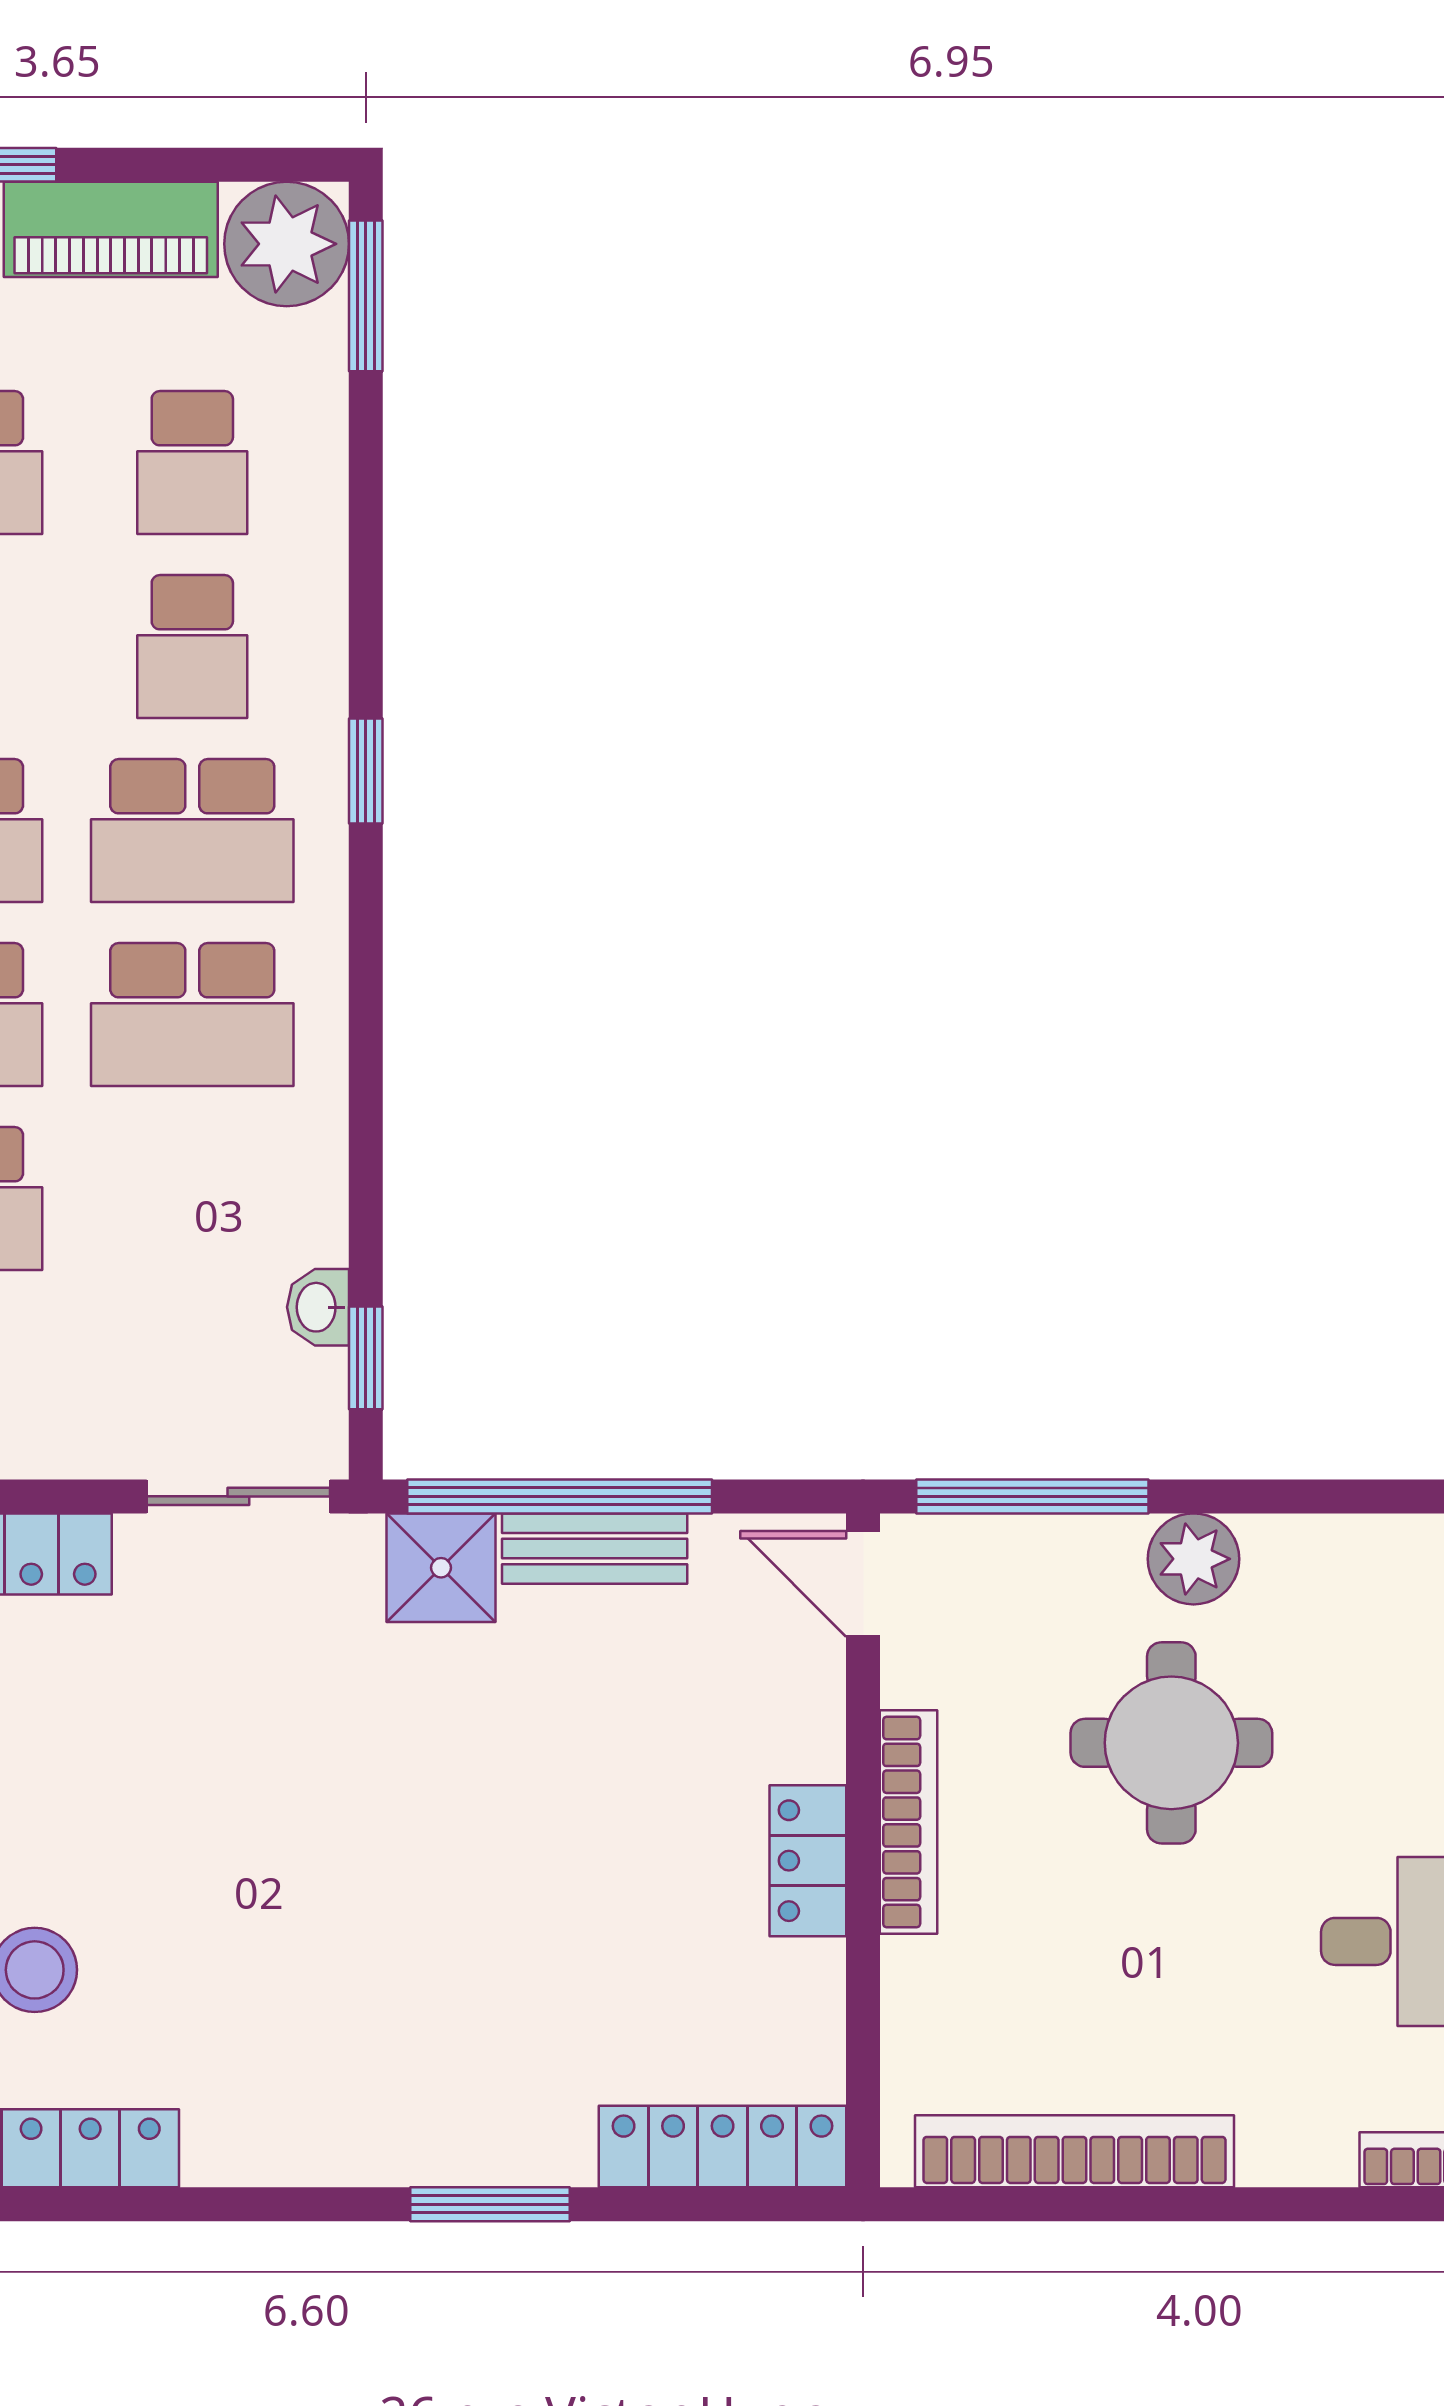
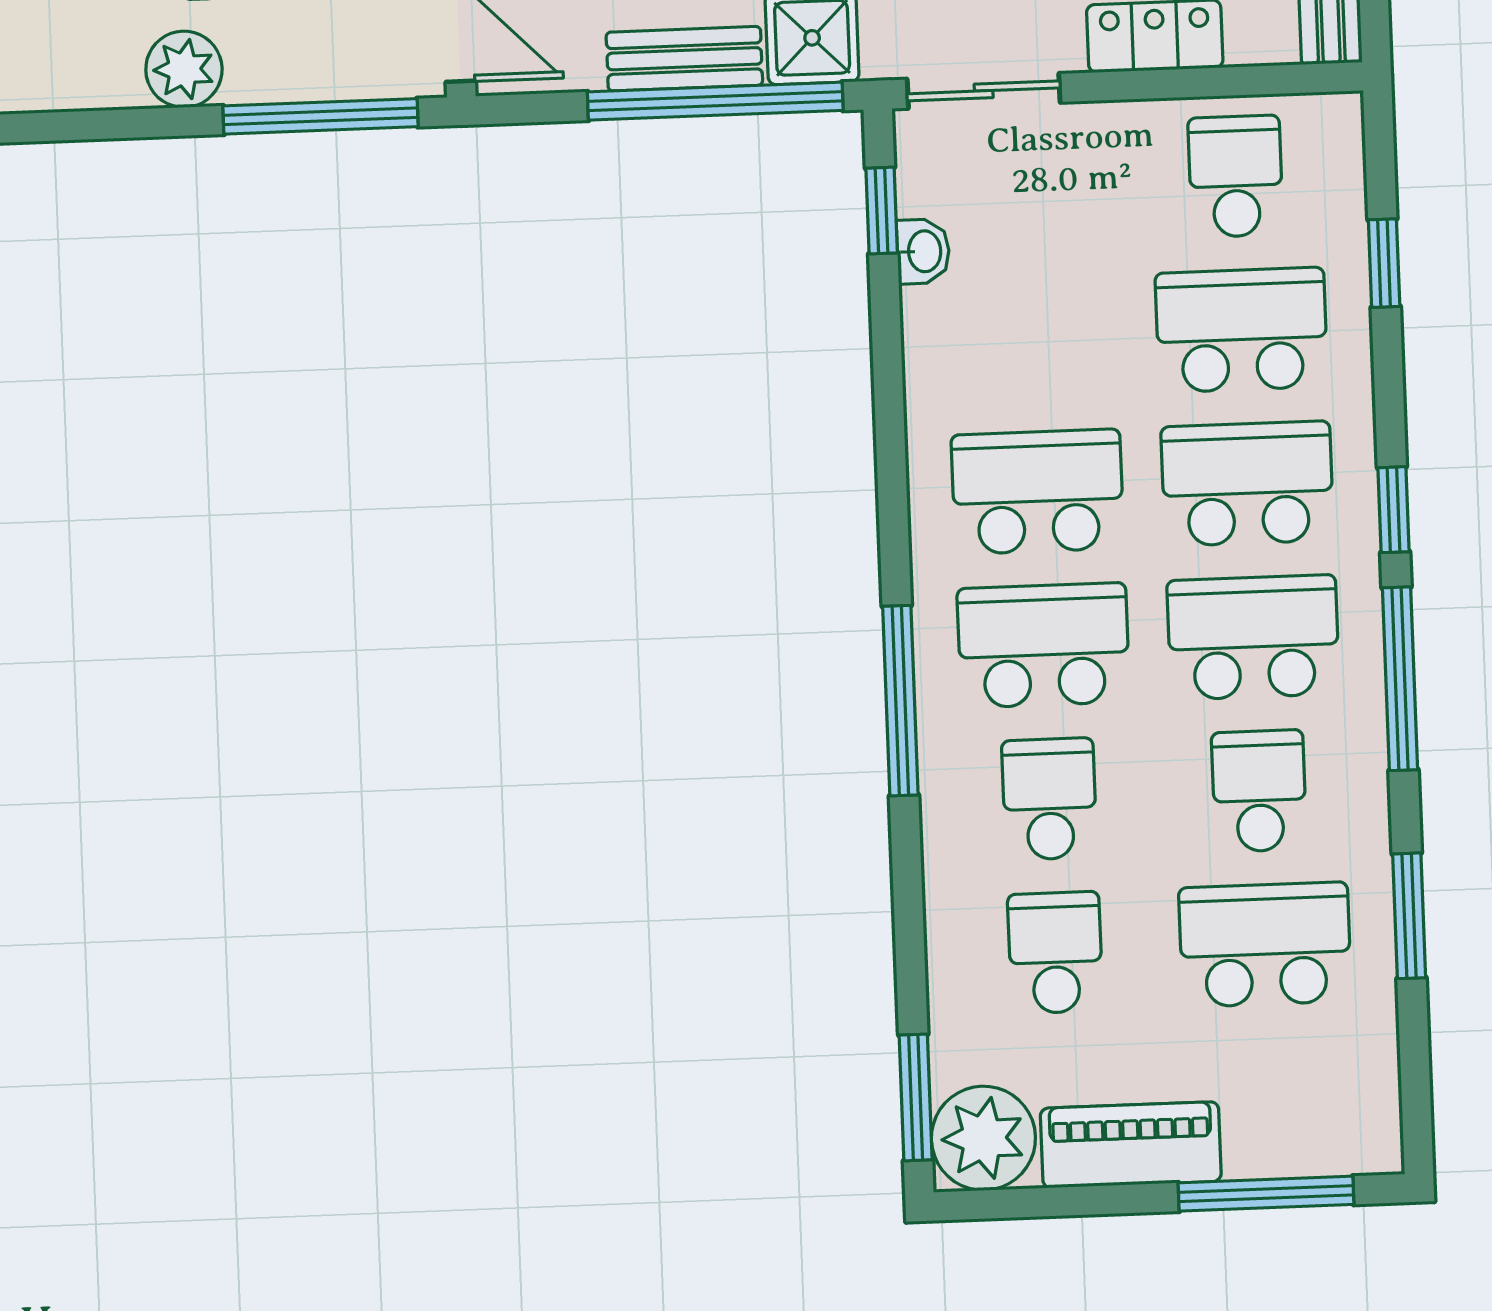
window: (366, 771) -> (900, 701), width x2.17

